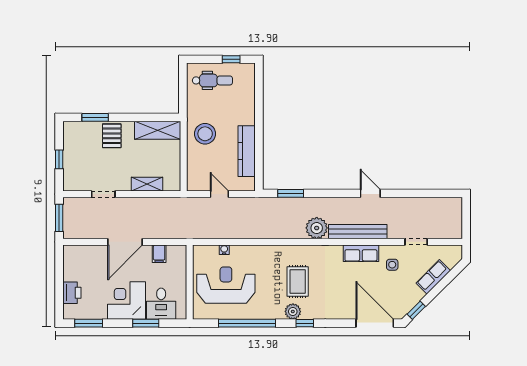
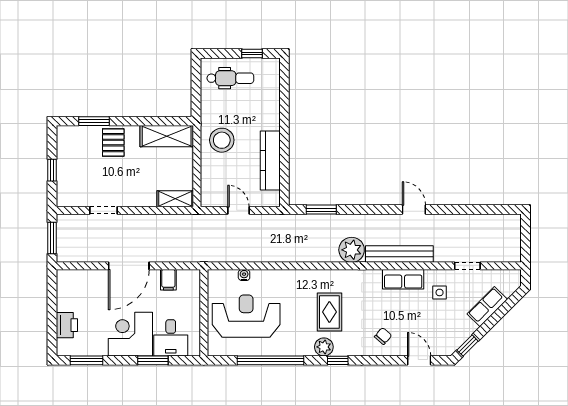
shelving: (147, 184) -> (175, 199), moved
chair: (344, 302) -> (383, 336), added
door: (375, 323) -> (419, 360), width x0.53

